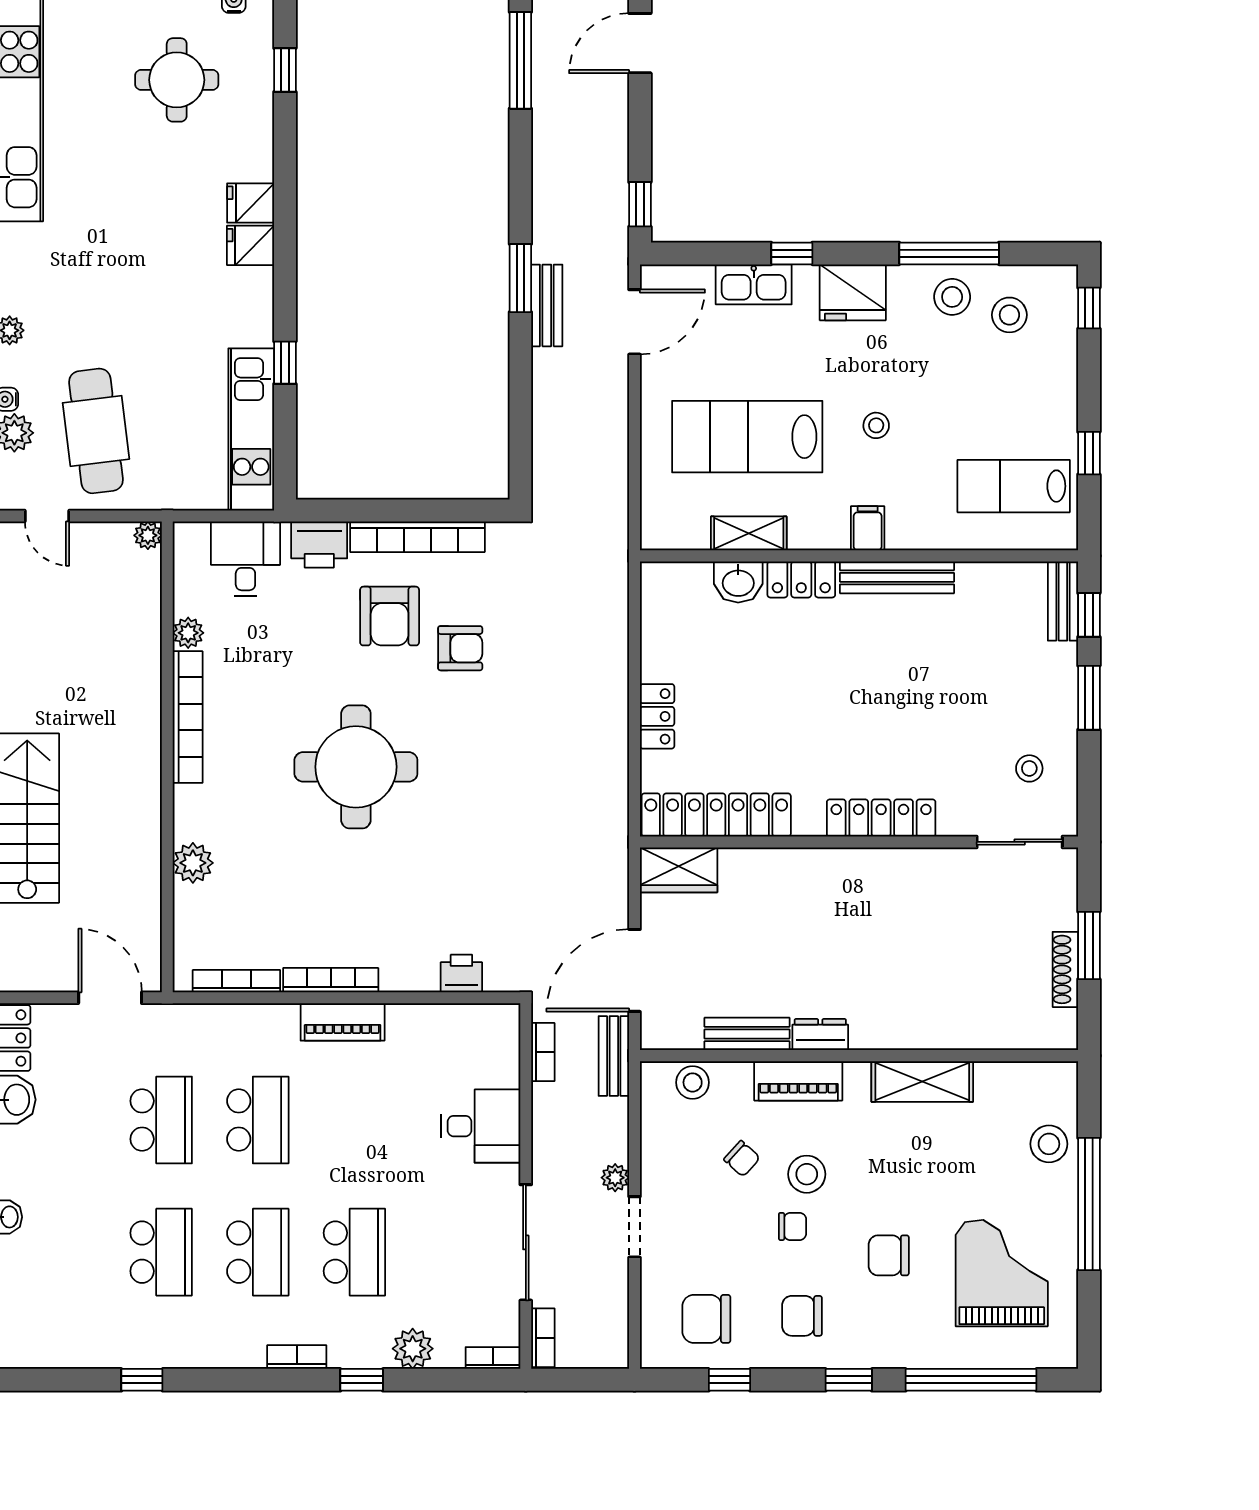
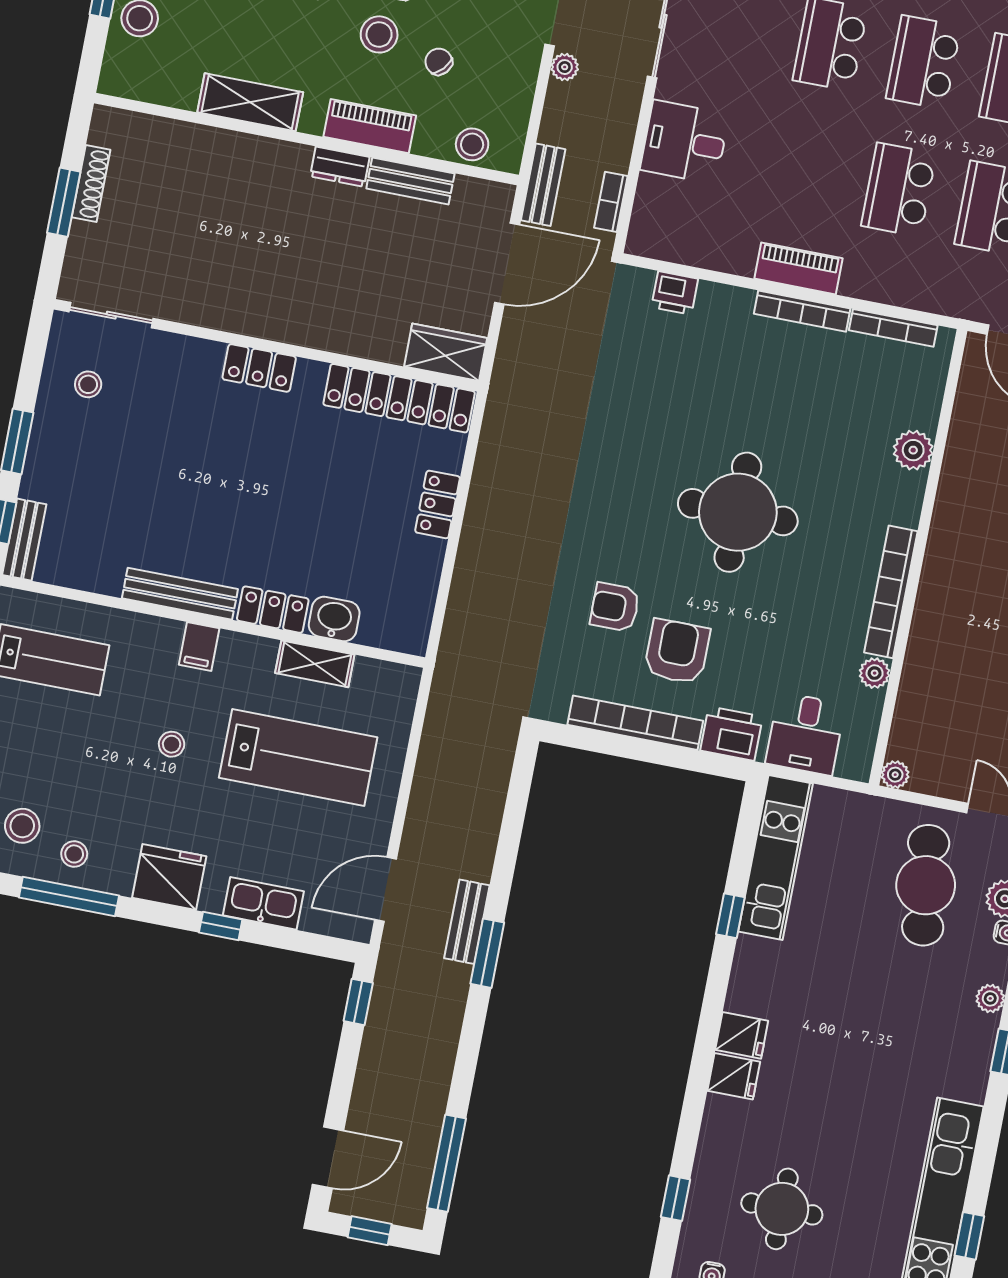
stool: (952, 297) -> (74, 854), width x0.73, depth x0.73
locker: (881, 818) -> (259, 368), width x0.66

